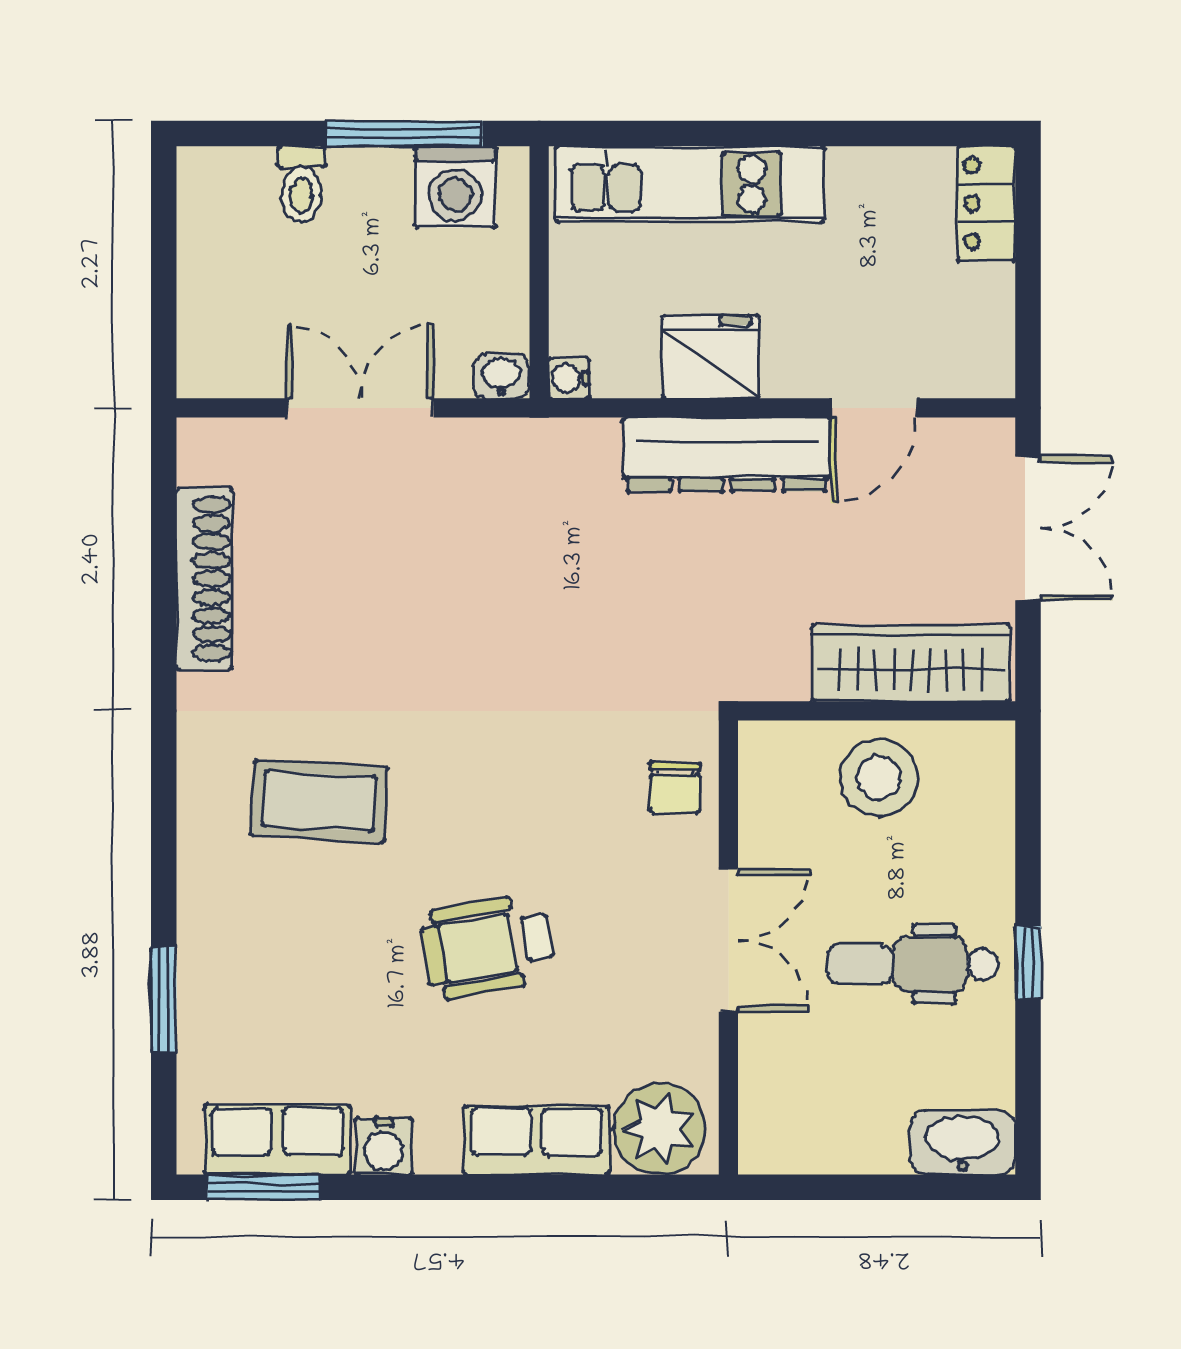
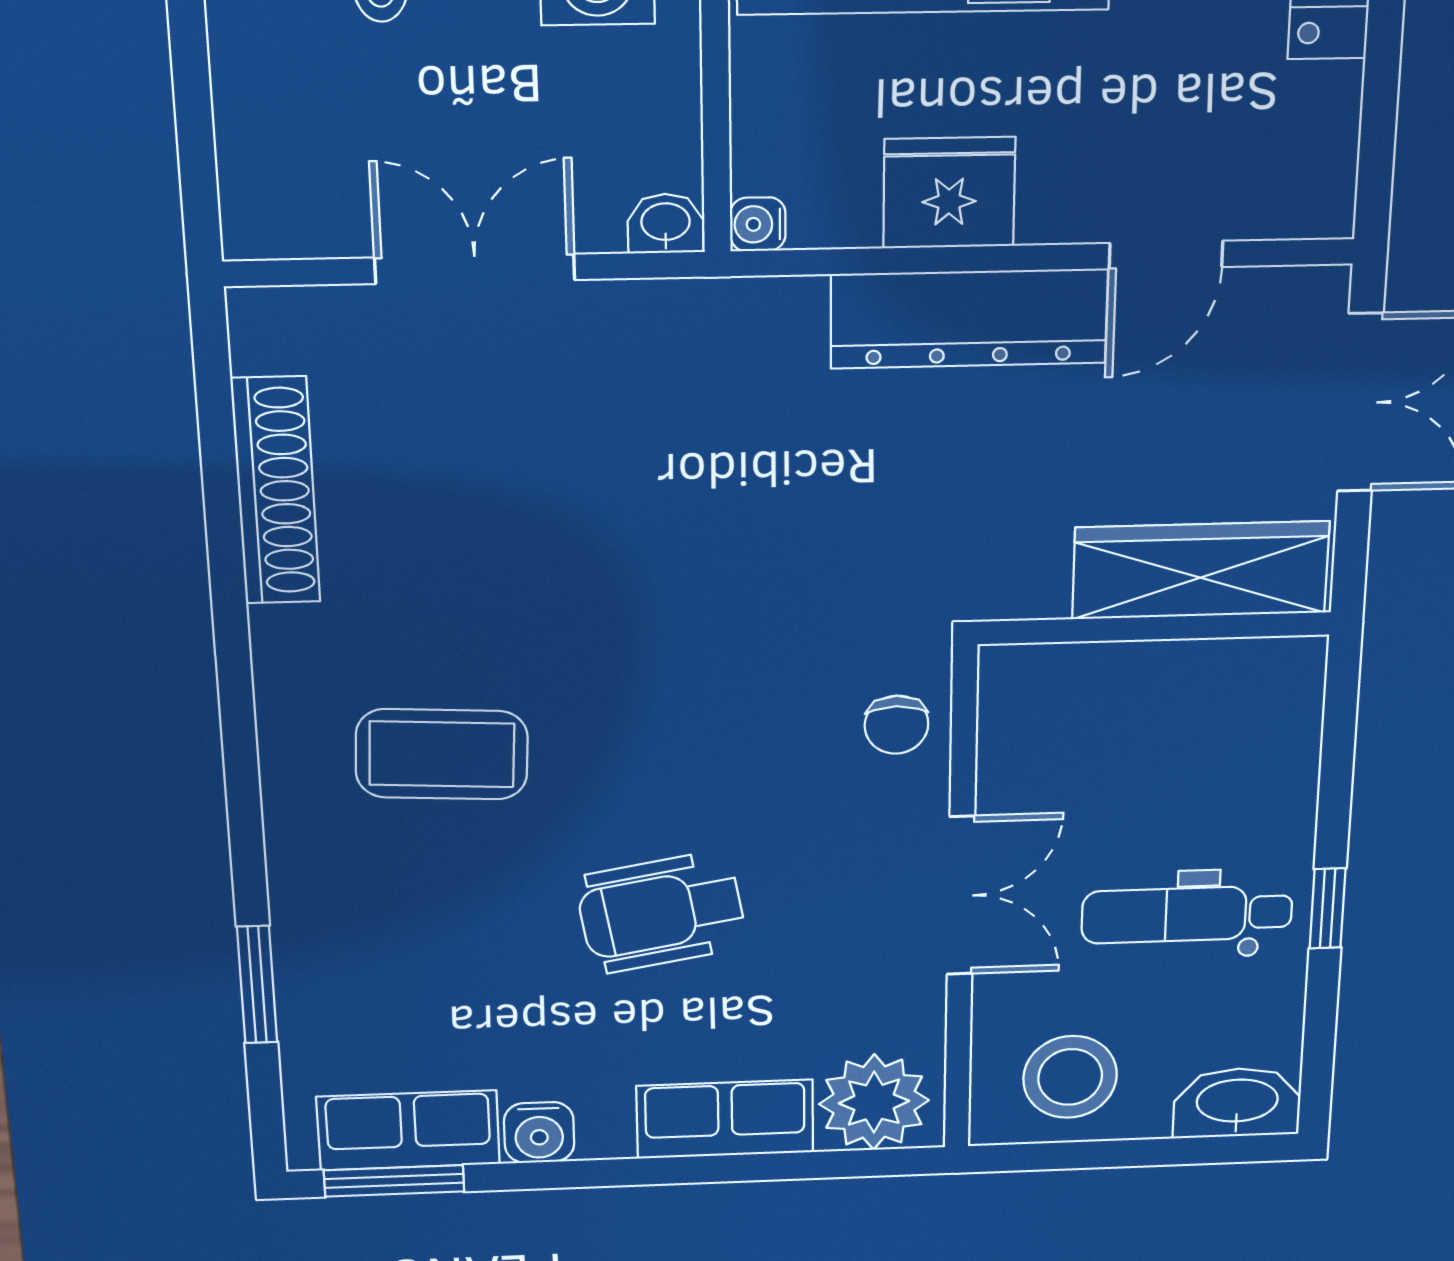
stool: (879, 778) -> (1070, 1077), moved

